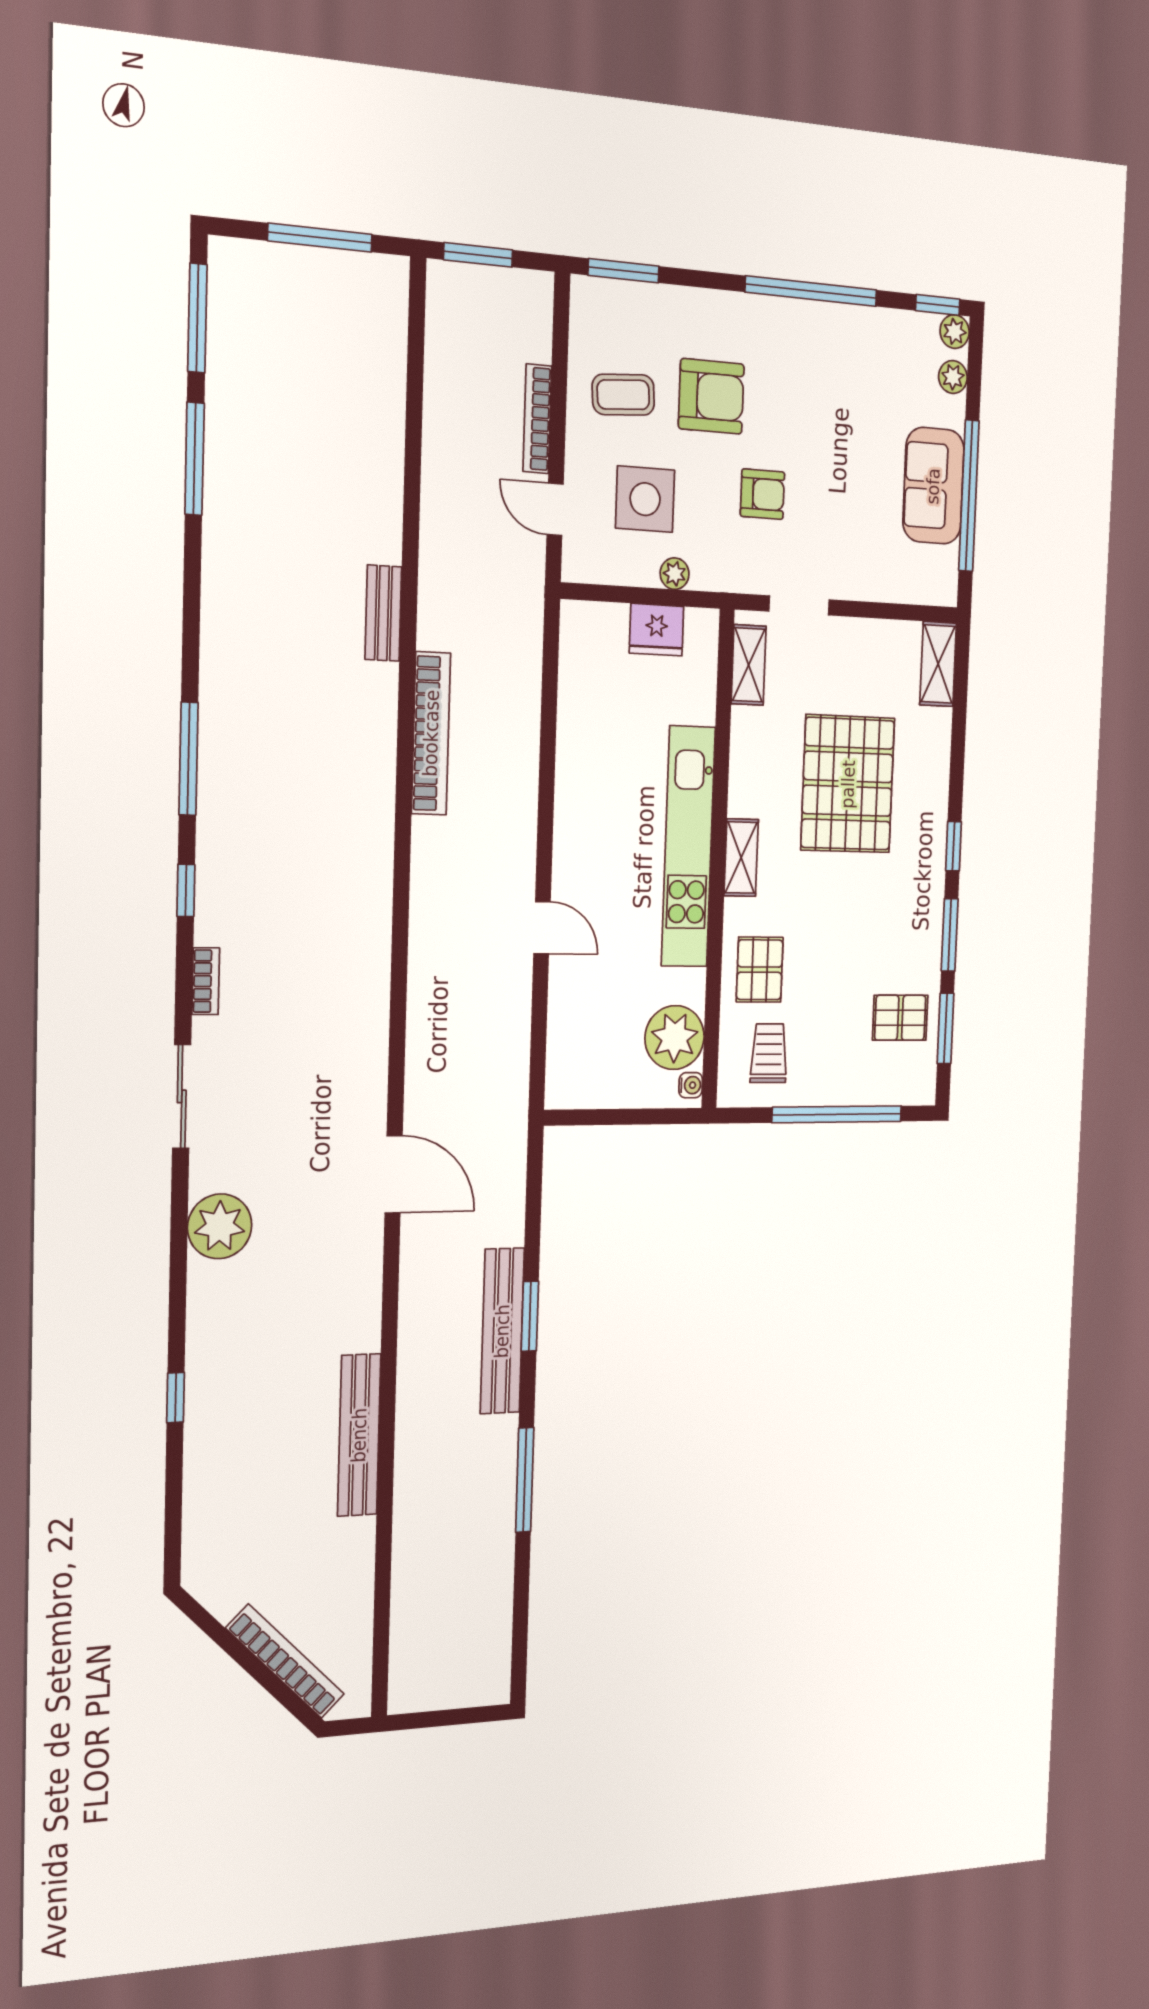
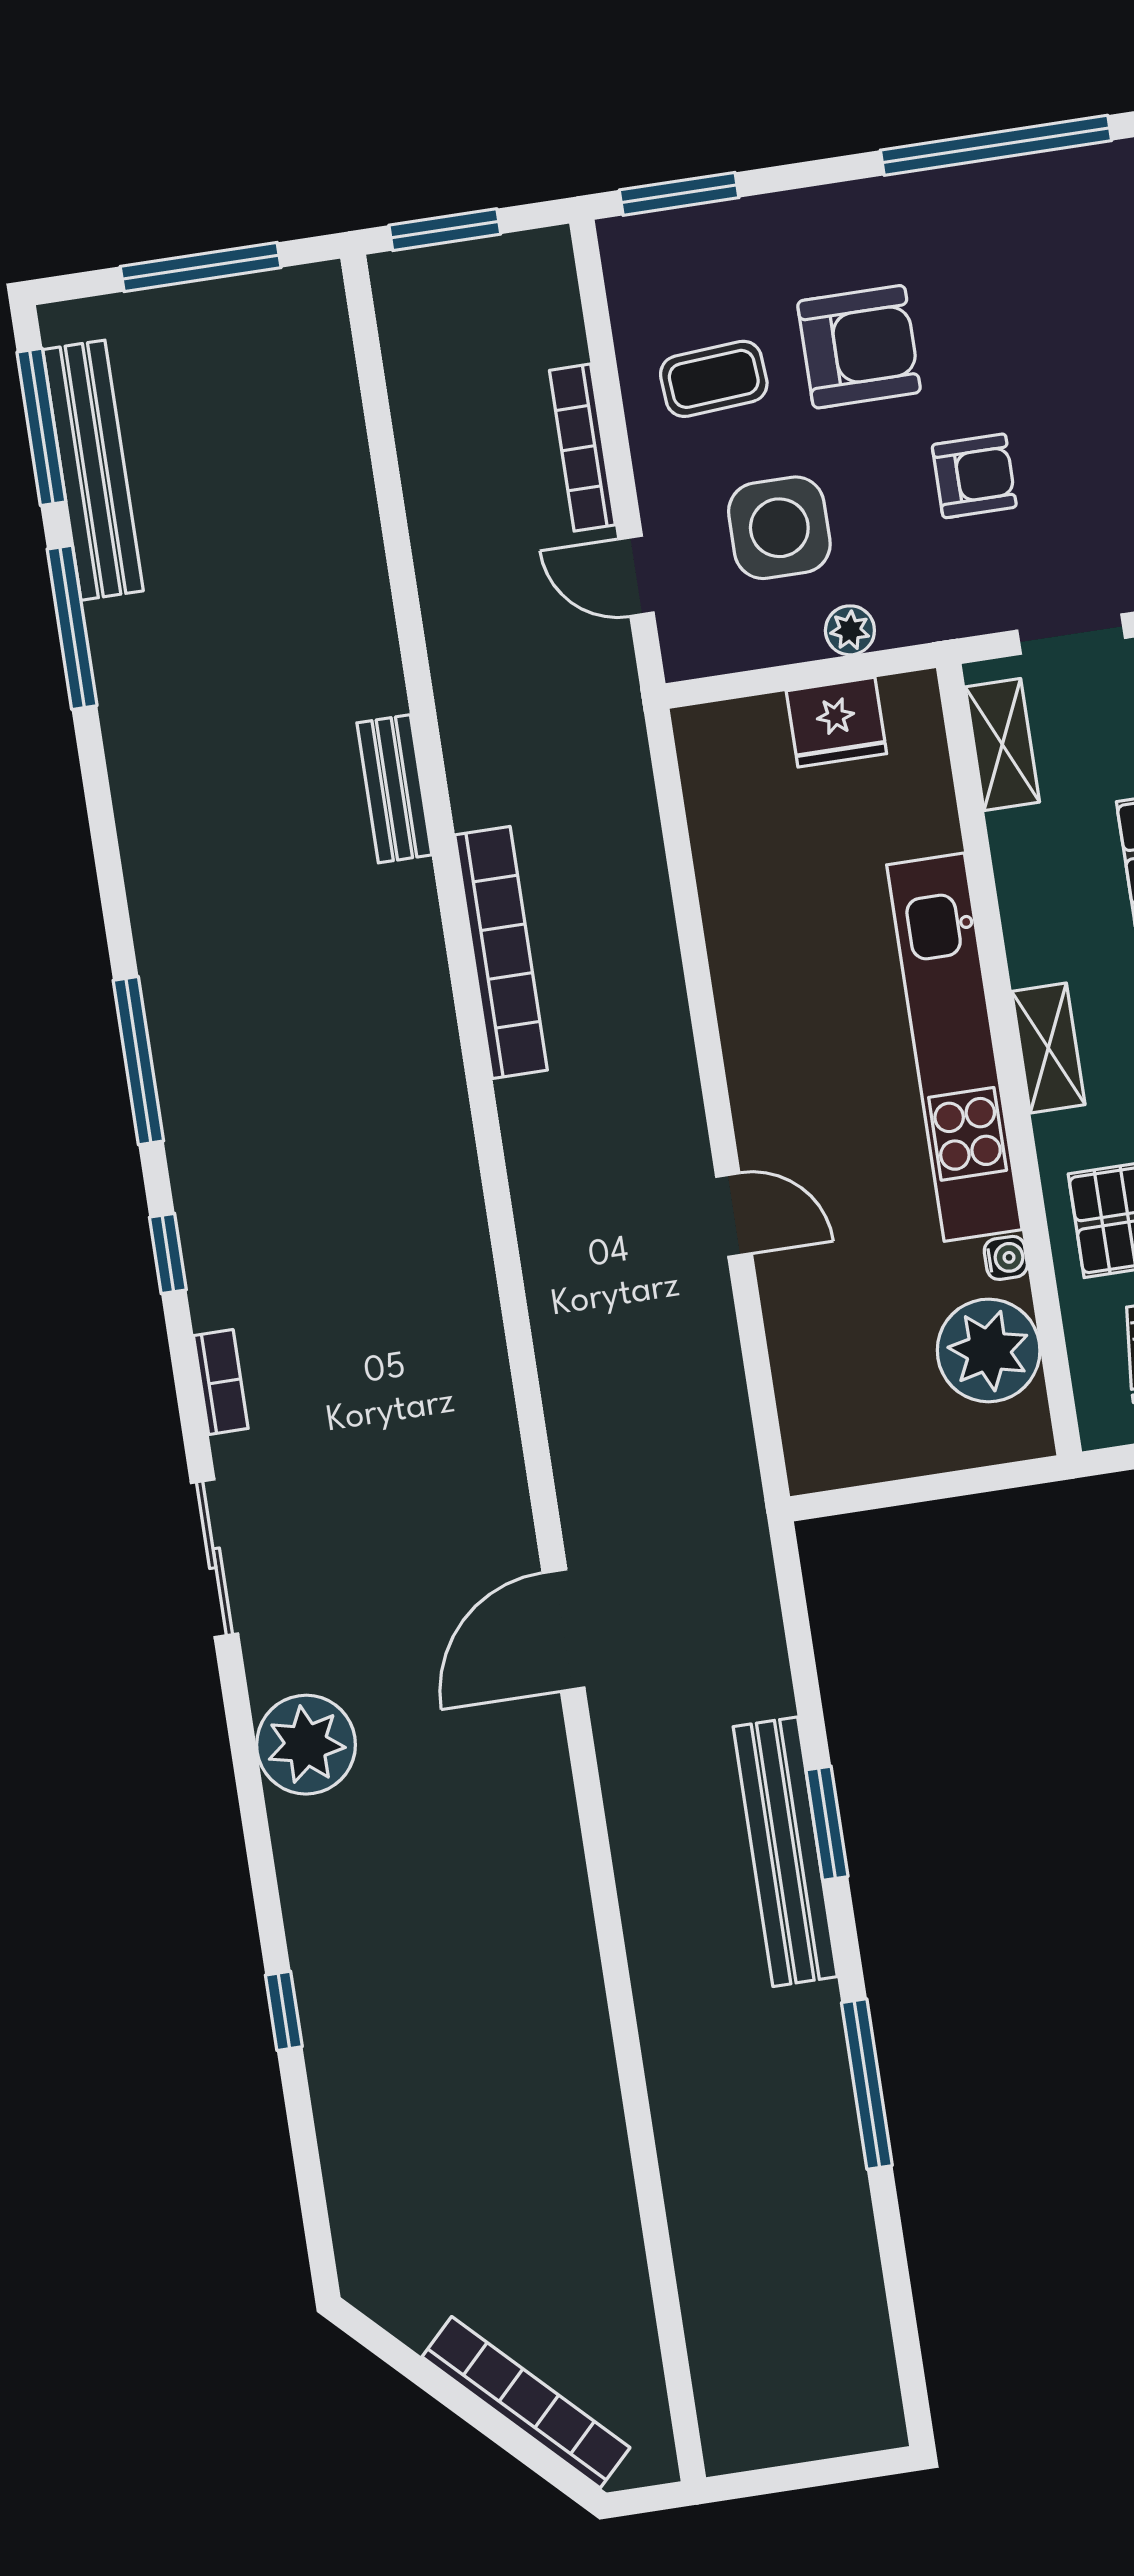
water cooler: (691, 1085) -> (1006, 1258), moved
door: (394, 1174) -> (563, 1630), swing flipped
bench: (359, 1435) -> (93, 470), moved

